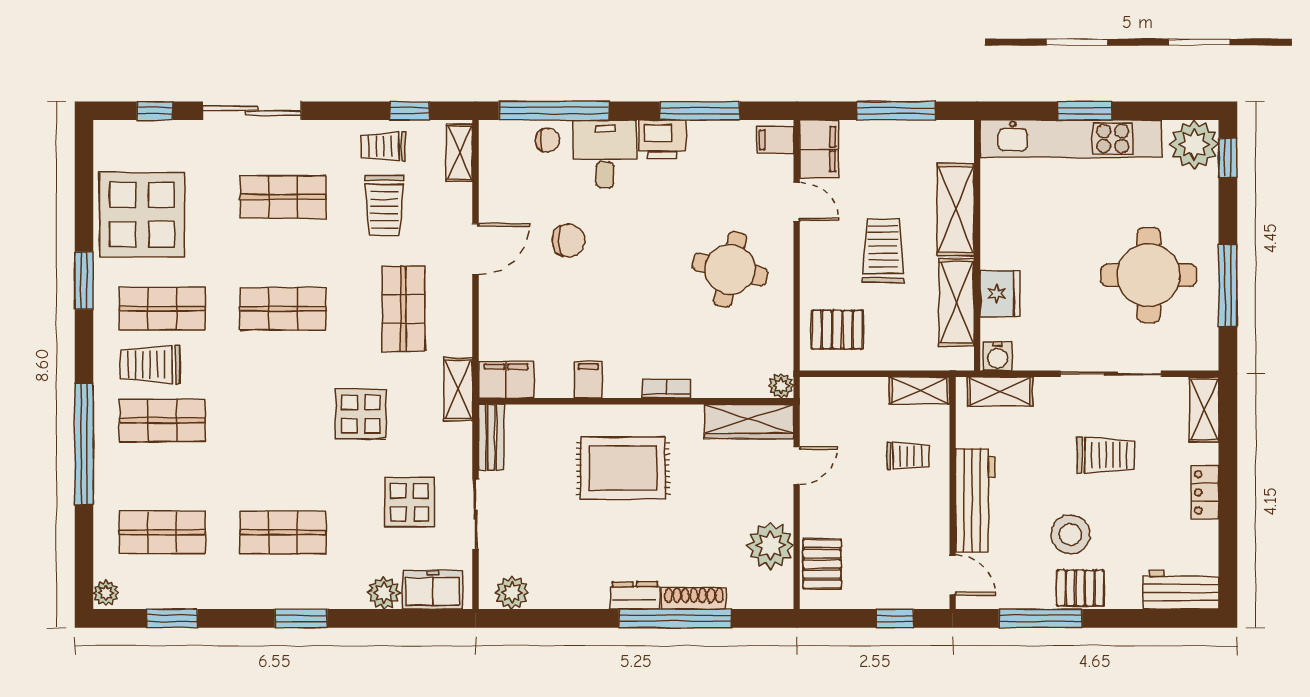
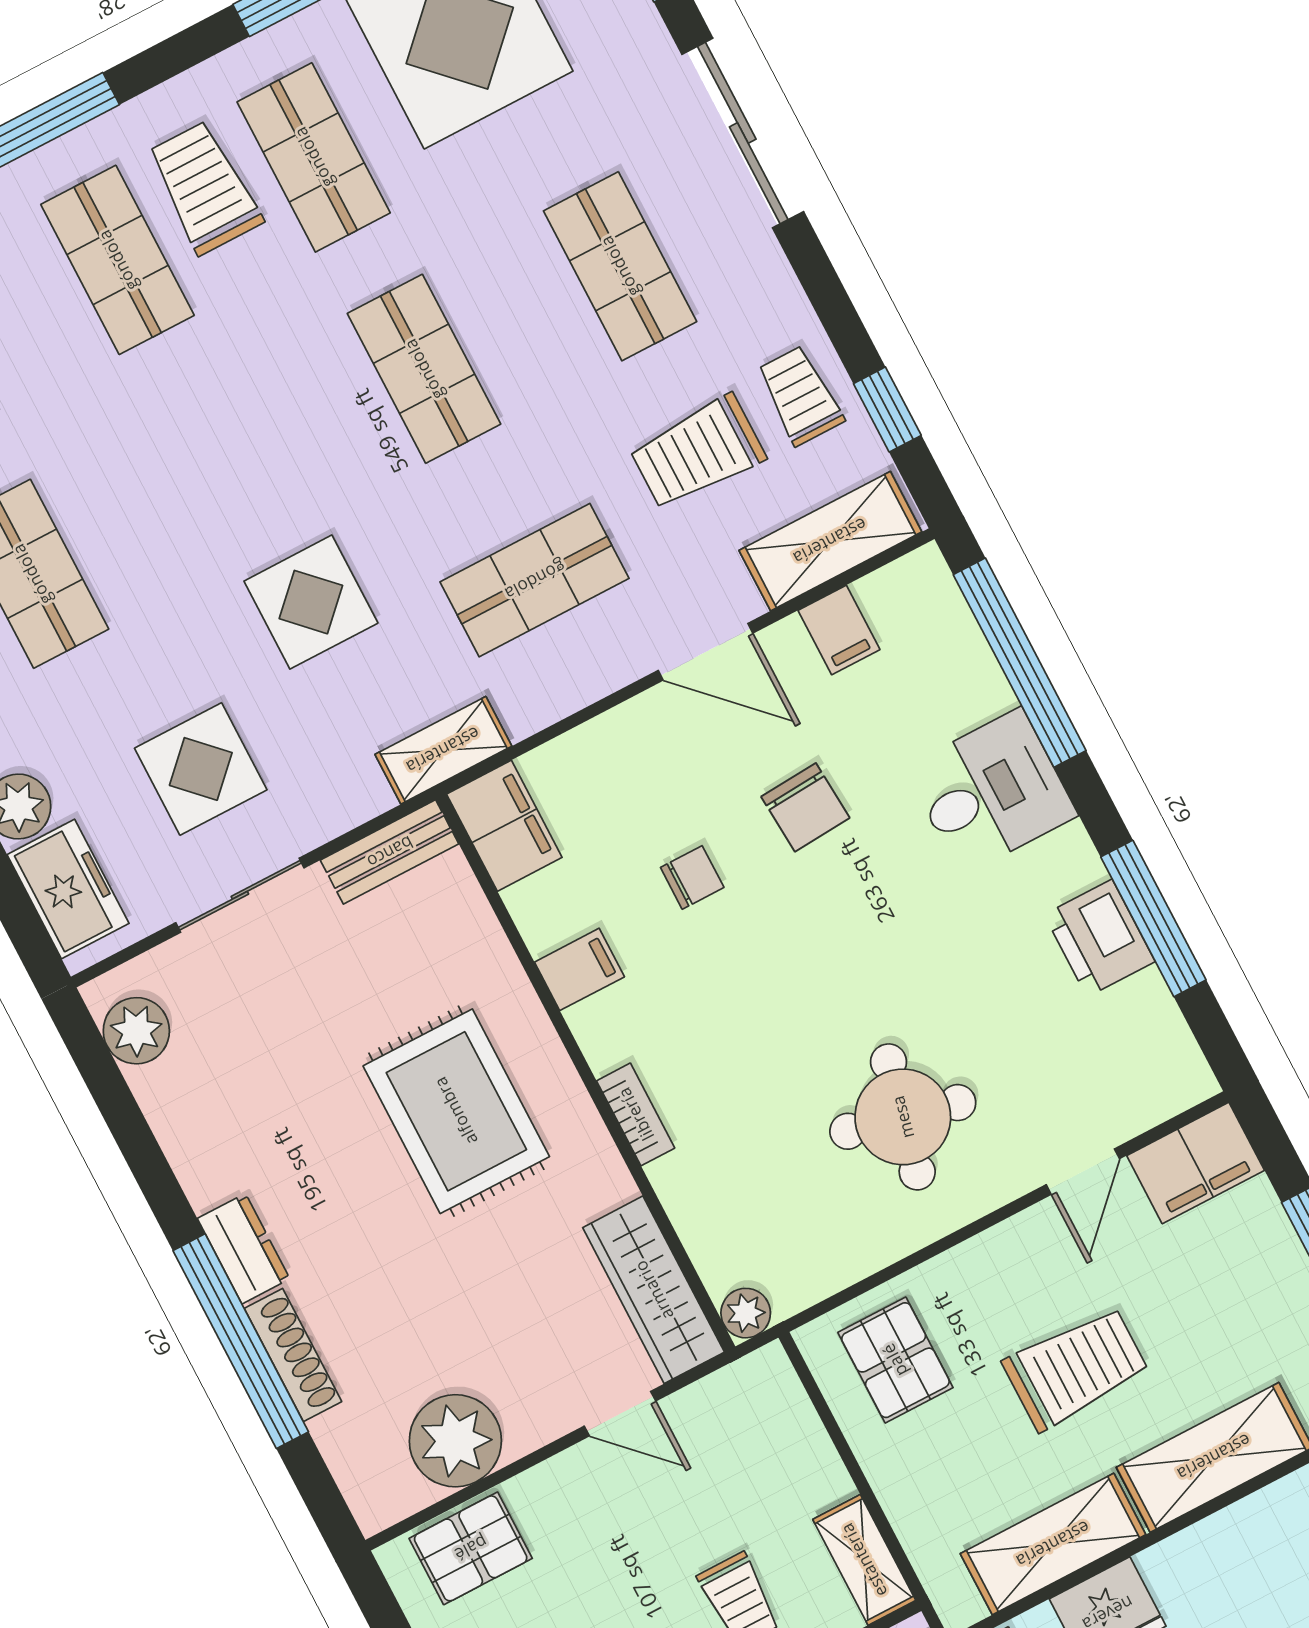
printer: (662, 139) -> (1100, 938), moved
chair: (548, 140) -> (692, 877), moved, turned -90
filing cabinet: (775, 140) -> (839, 630), moved, turned 180
shelving: (460, 153) -> (830, 541), width x1.50, depth x1.33

